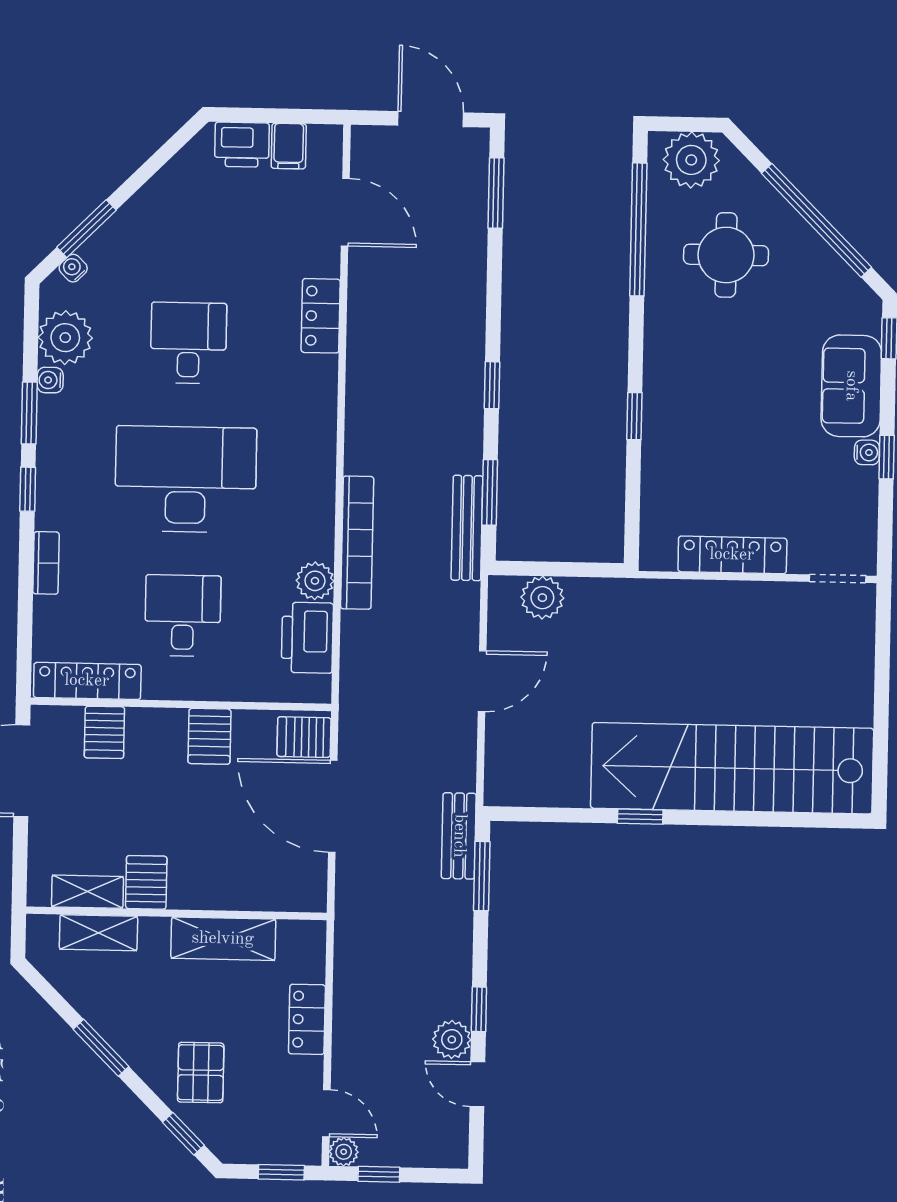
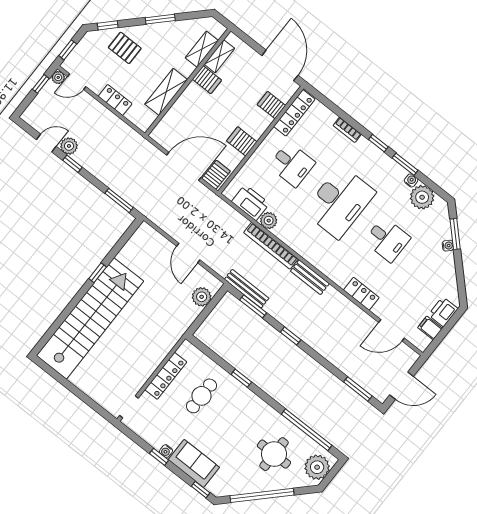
water cooler: (73, 268) -> (448, 246), moved
cafe table: (720, 464) -> (201, 396), added
bench: (459, 836) -> (310, 277), moved

